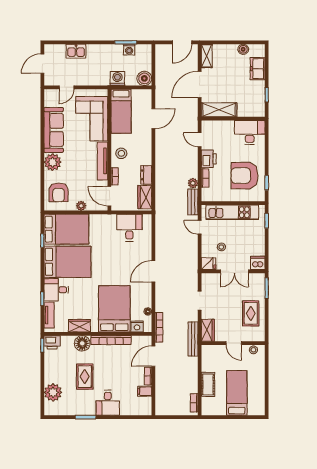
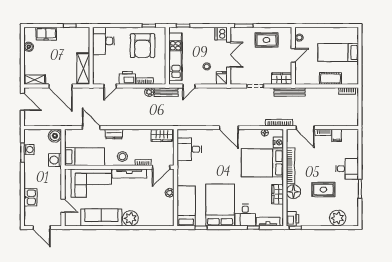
dresser: (146, 175) -> (114, 134), moved
armchair: (59, 192) -> (158, 213), removed
bed: (66, 229) -> (186, 206), width x0.67

